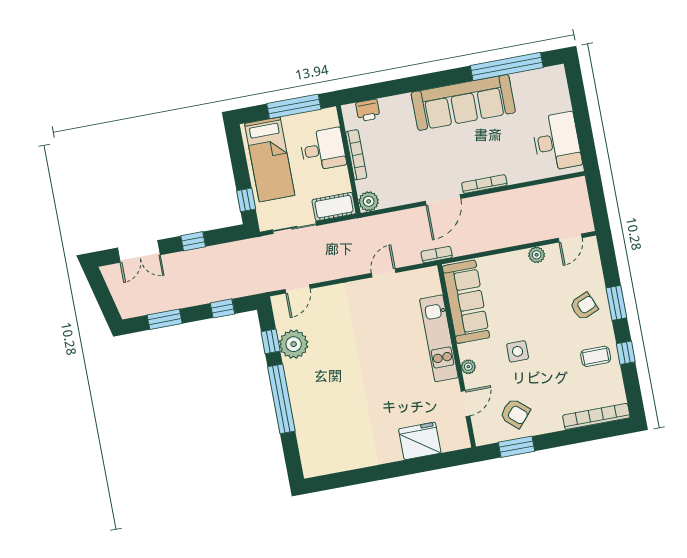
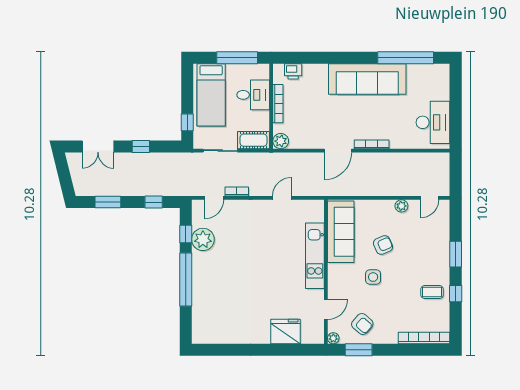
bookcase: (437, 255) -> (237, 191), moved
armchair: (584, 306) -> (383, 245), moved
plant: (468, 367) -> (333, 338), moved

